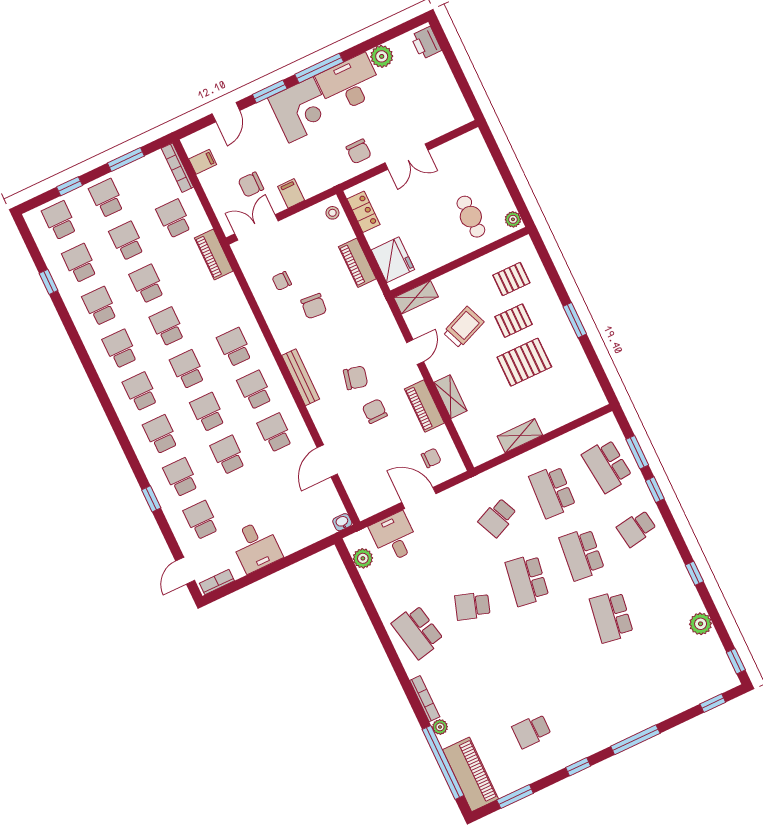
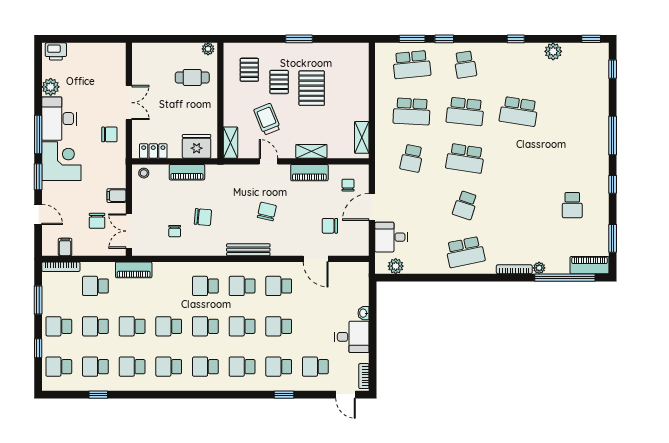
chair: (375, 411) -> (330, 226), moved
shelving: (520, 436) -> (362, 137), moved
school desk: (498, 518) -> (412, 158), turned 36
washbasin: (342, 522) -> (364, 313), moved
piano: (470, 774) -> (590, 265), width x0.73, depth x0.75

